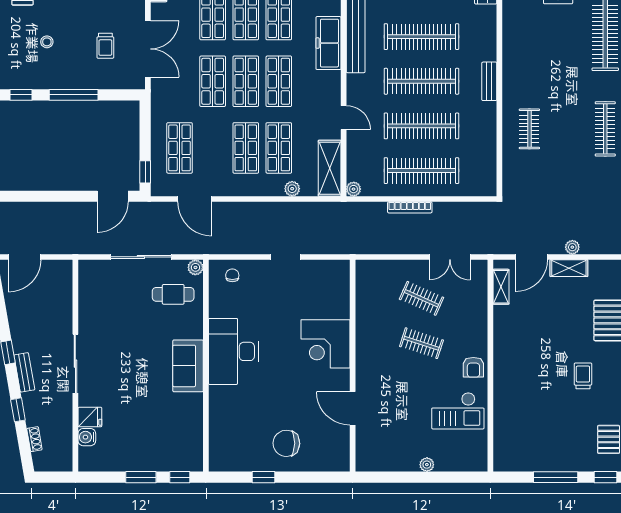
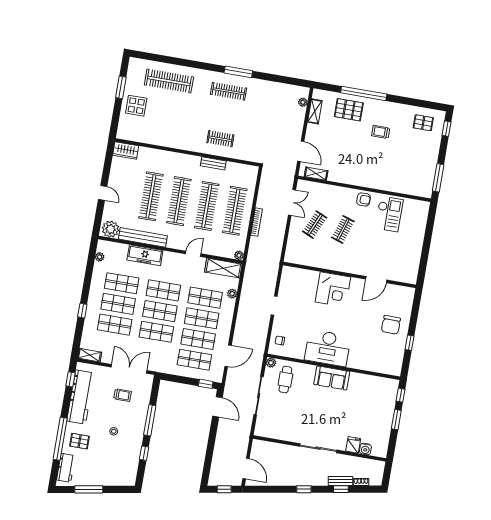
bench: (489, 81) -> (213, 163), moved
shop shelf: (213, 148) -> (198, 339), added
plant: (572, 247) -> (303, 102), moved
shelving: (569, 268) -> (315, 111), moved
bench: (24, 372) -> (340, 481), moved
plant: (427, 465) -> (419, 239), removed
window: (556, 477) -> (438, 178), moved

